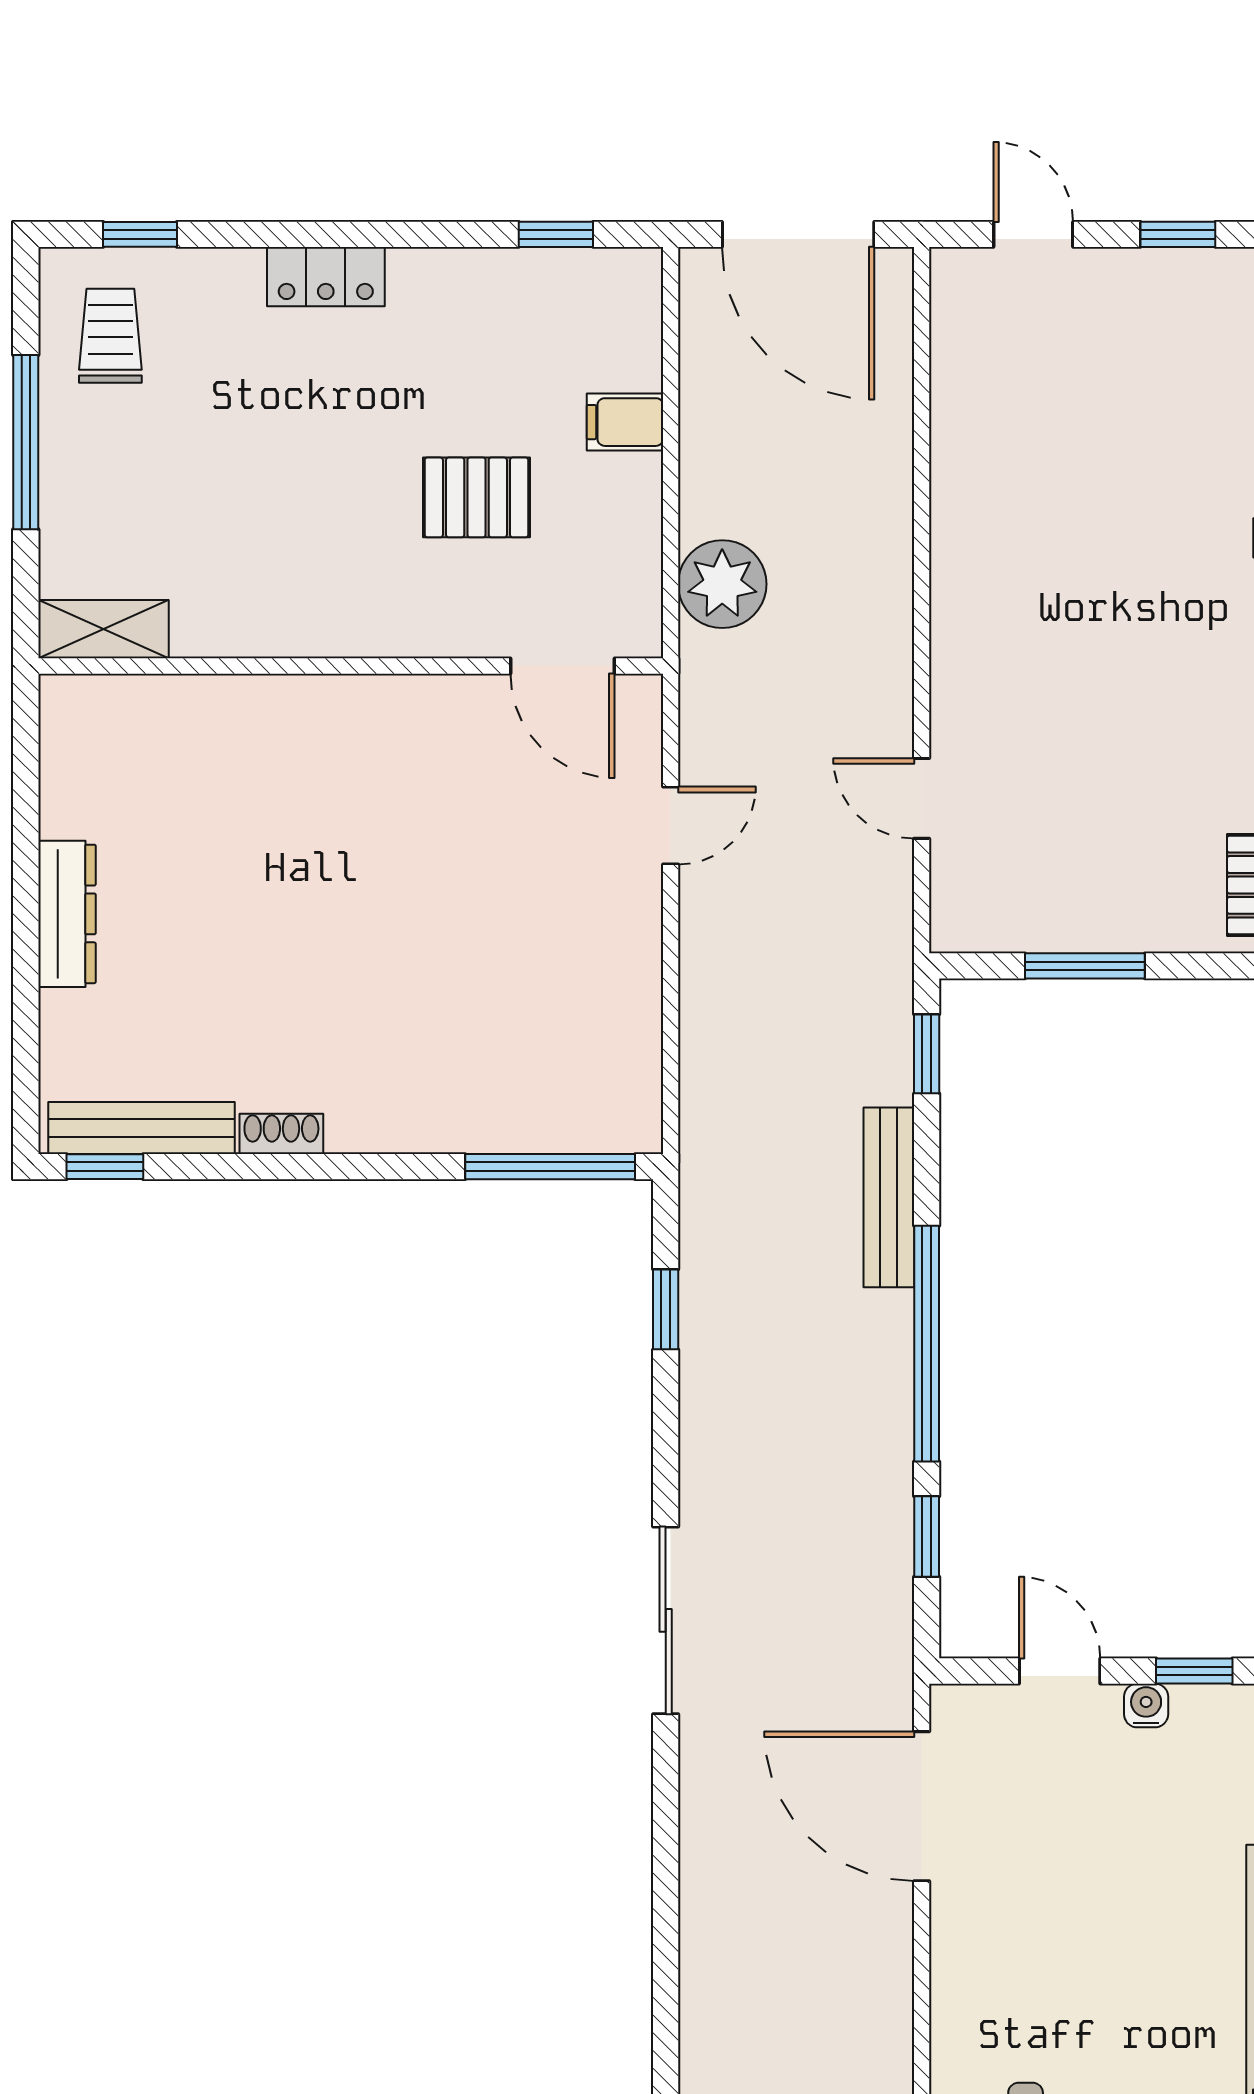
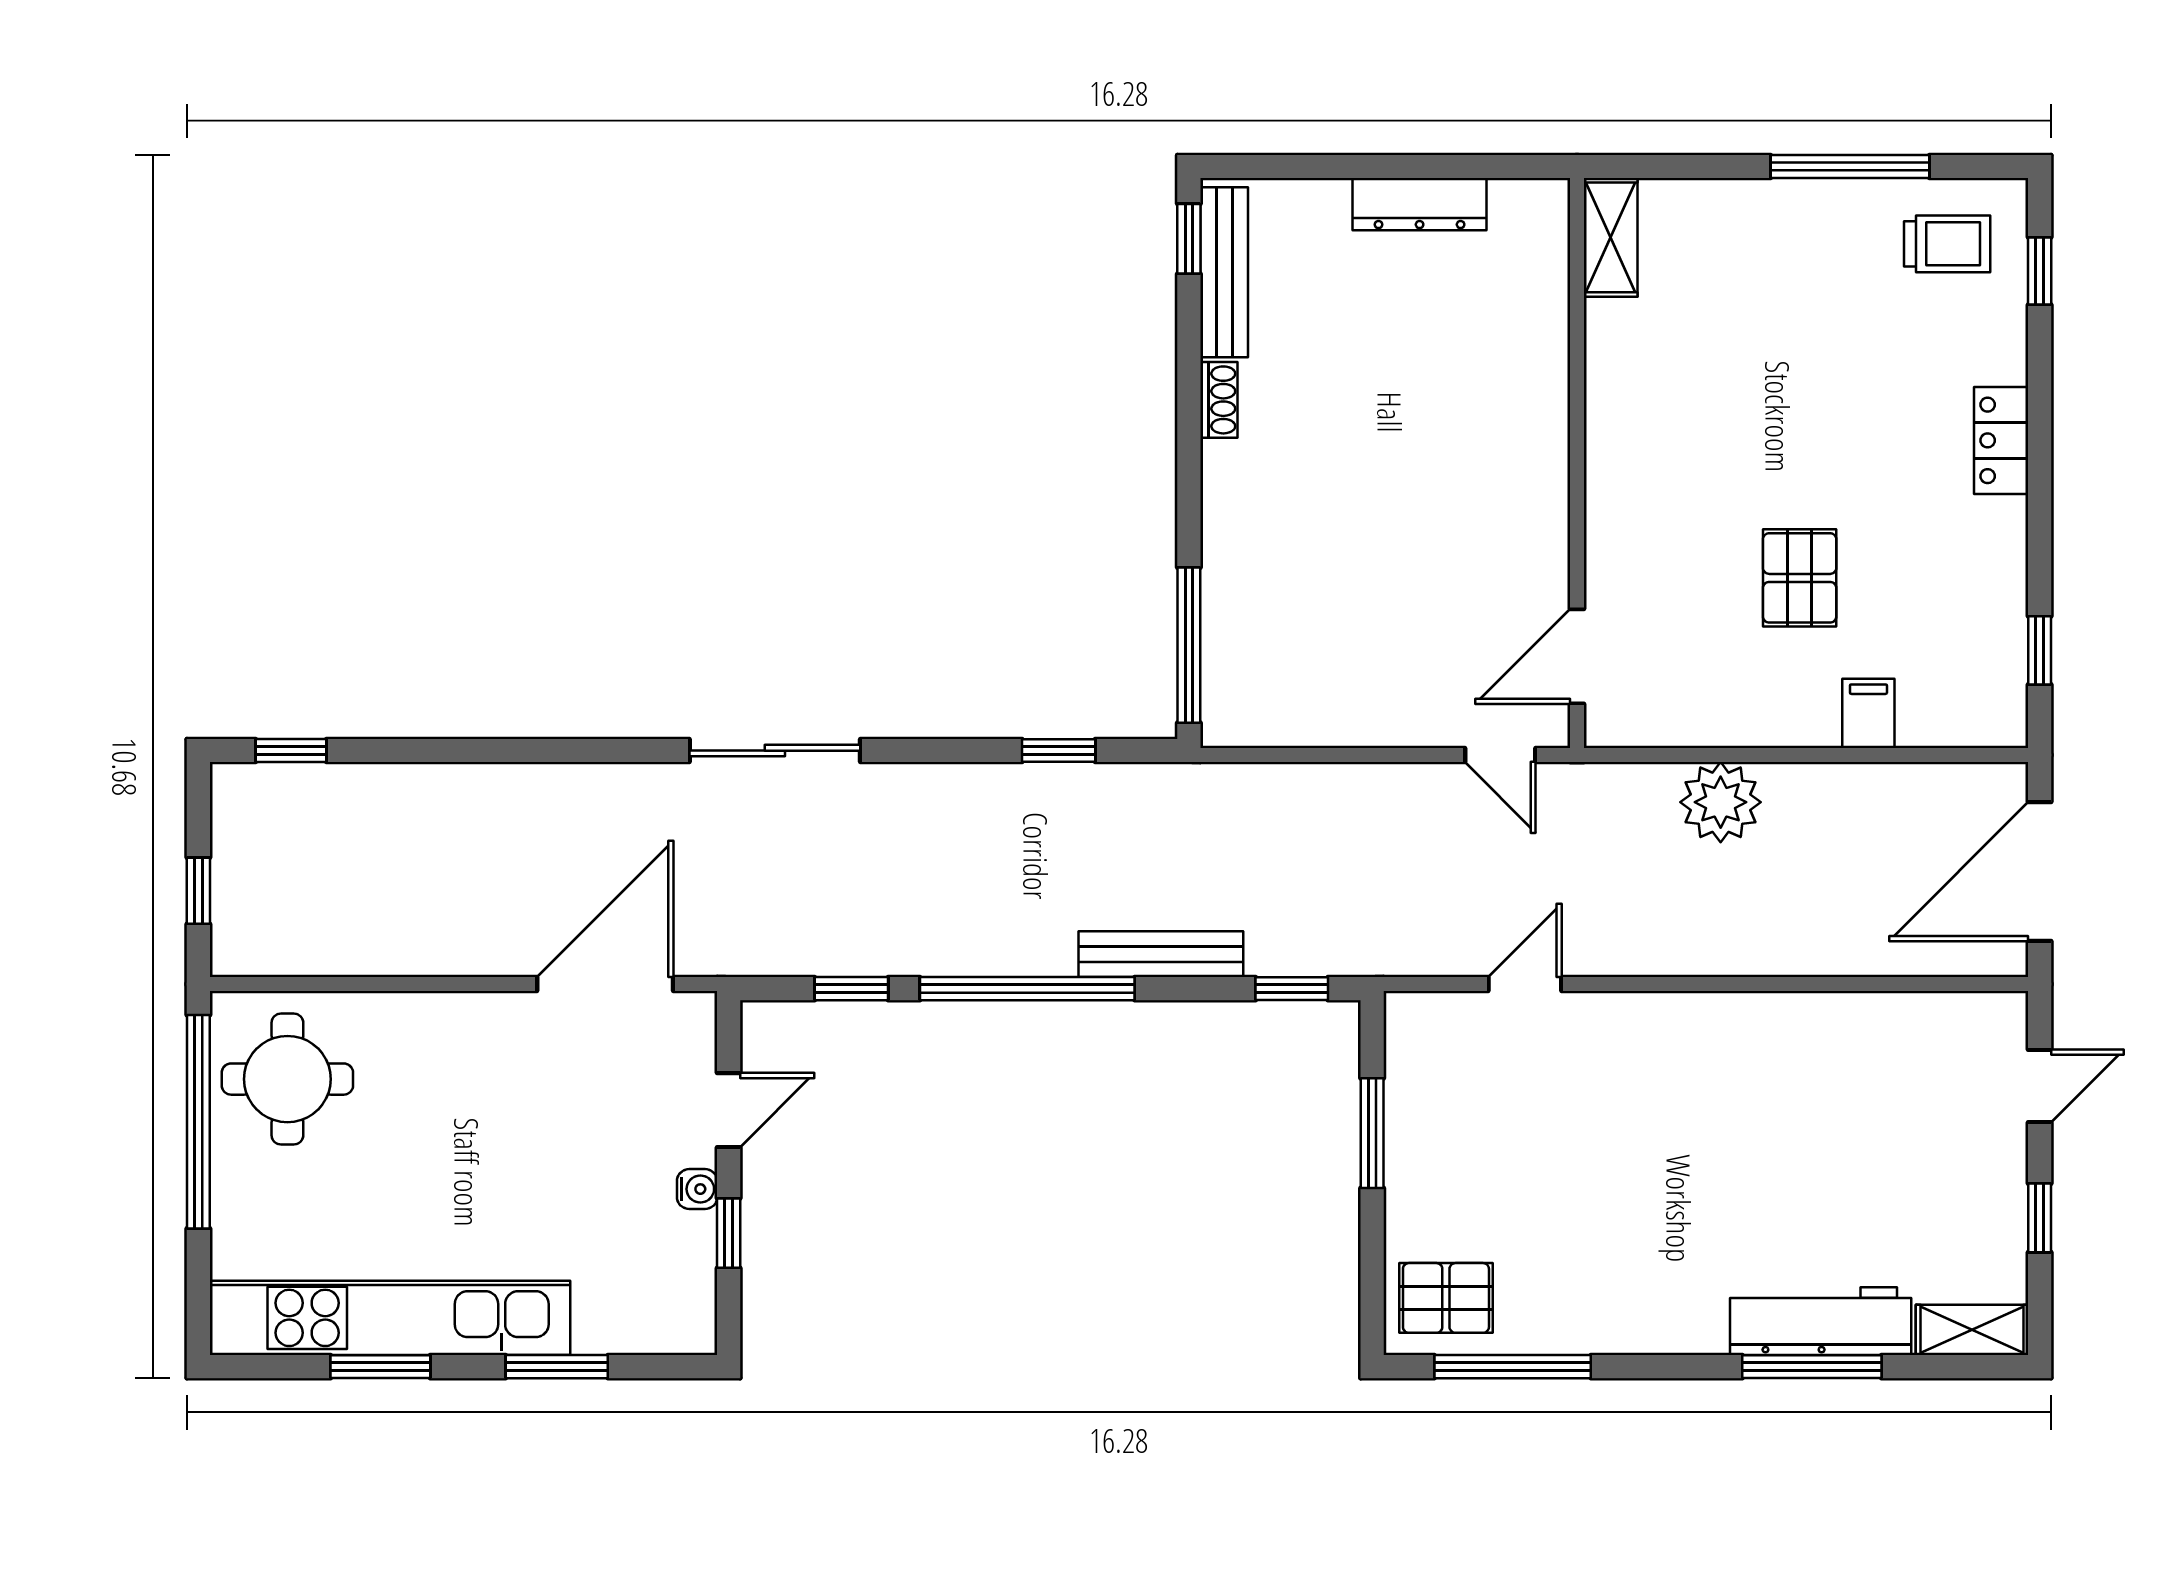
shelving: (103, 629) -> (1611, 237), moved
wall: (351, 666) -> (1577, 463), moved
door: (562, 666) -> (1577, 656), moved

